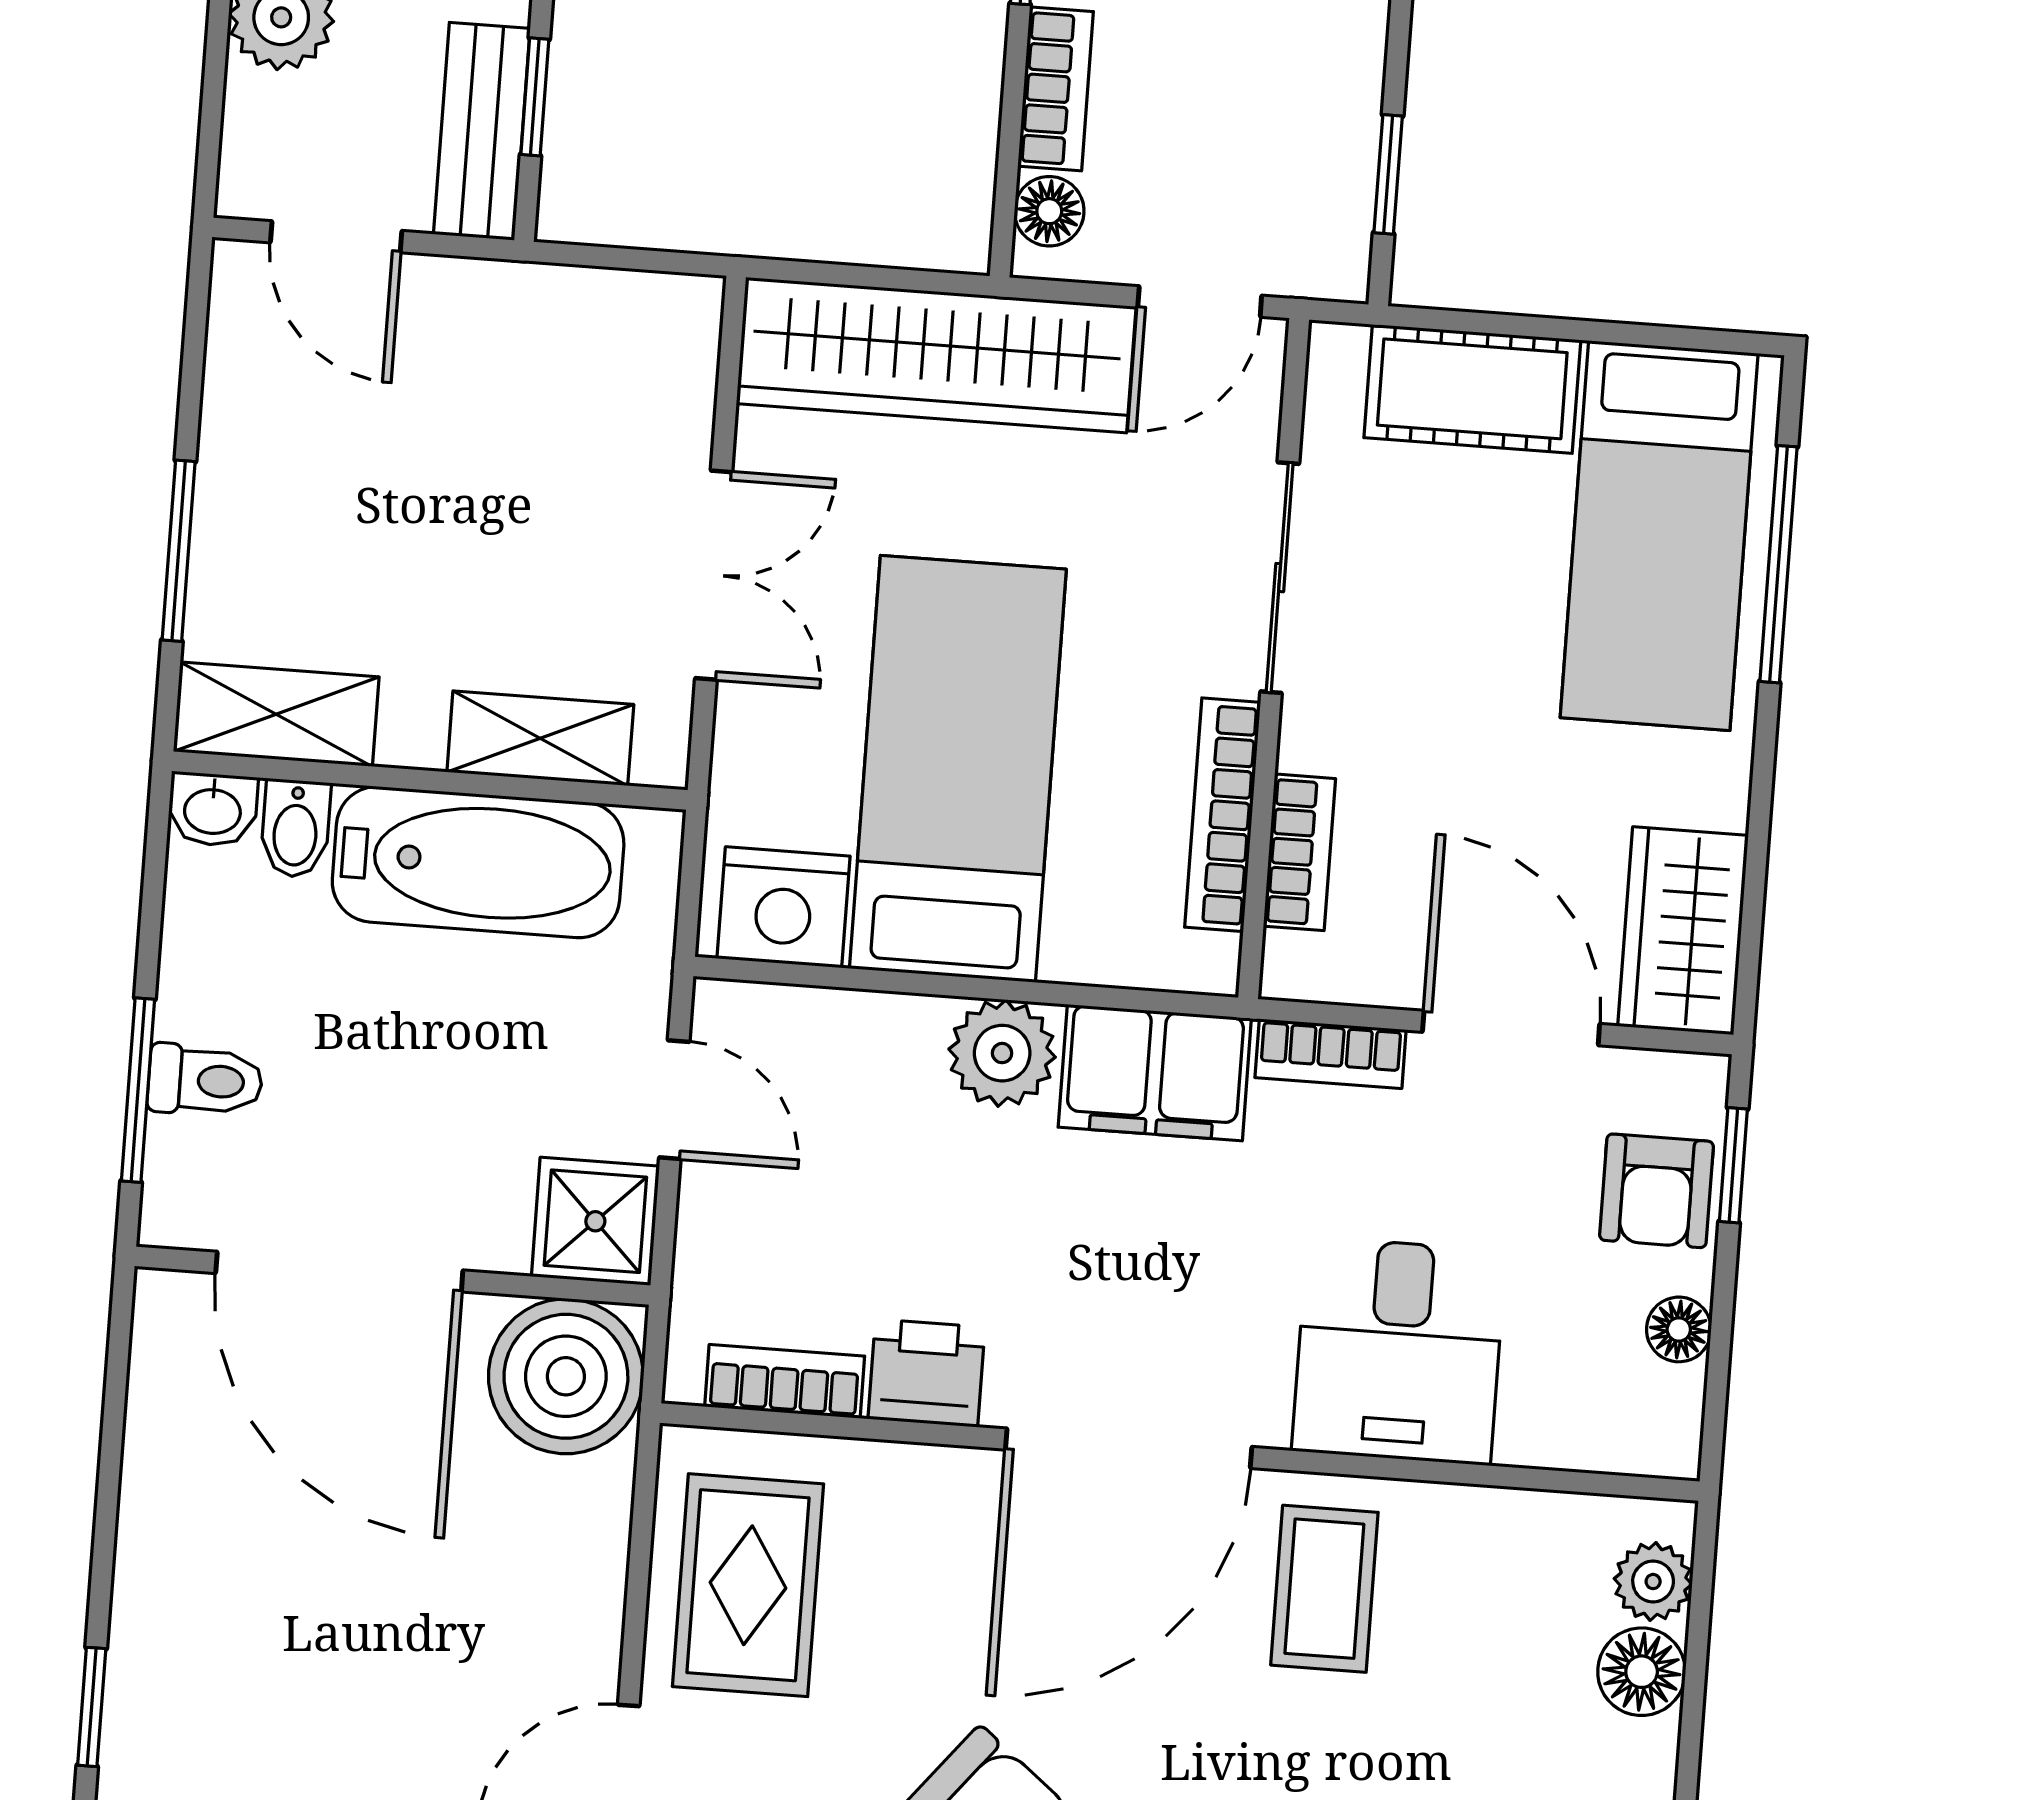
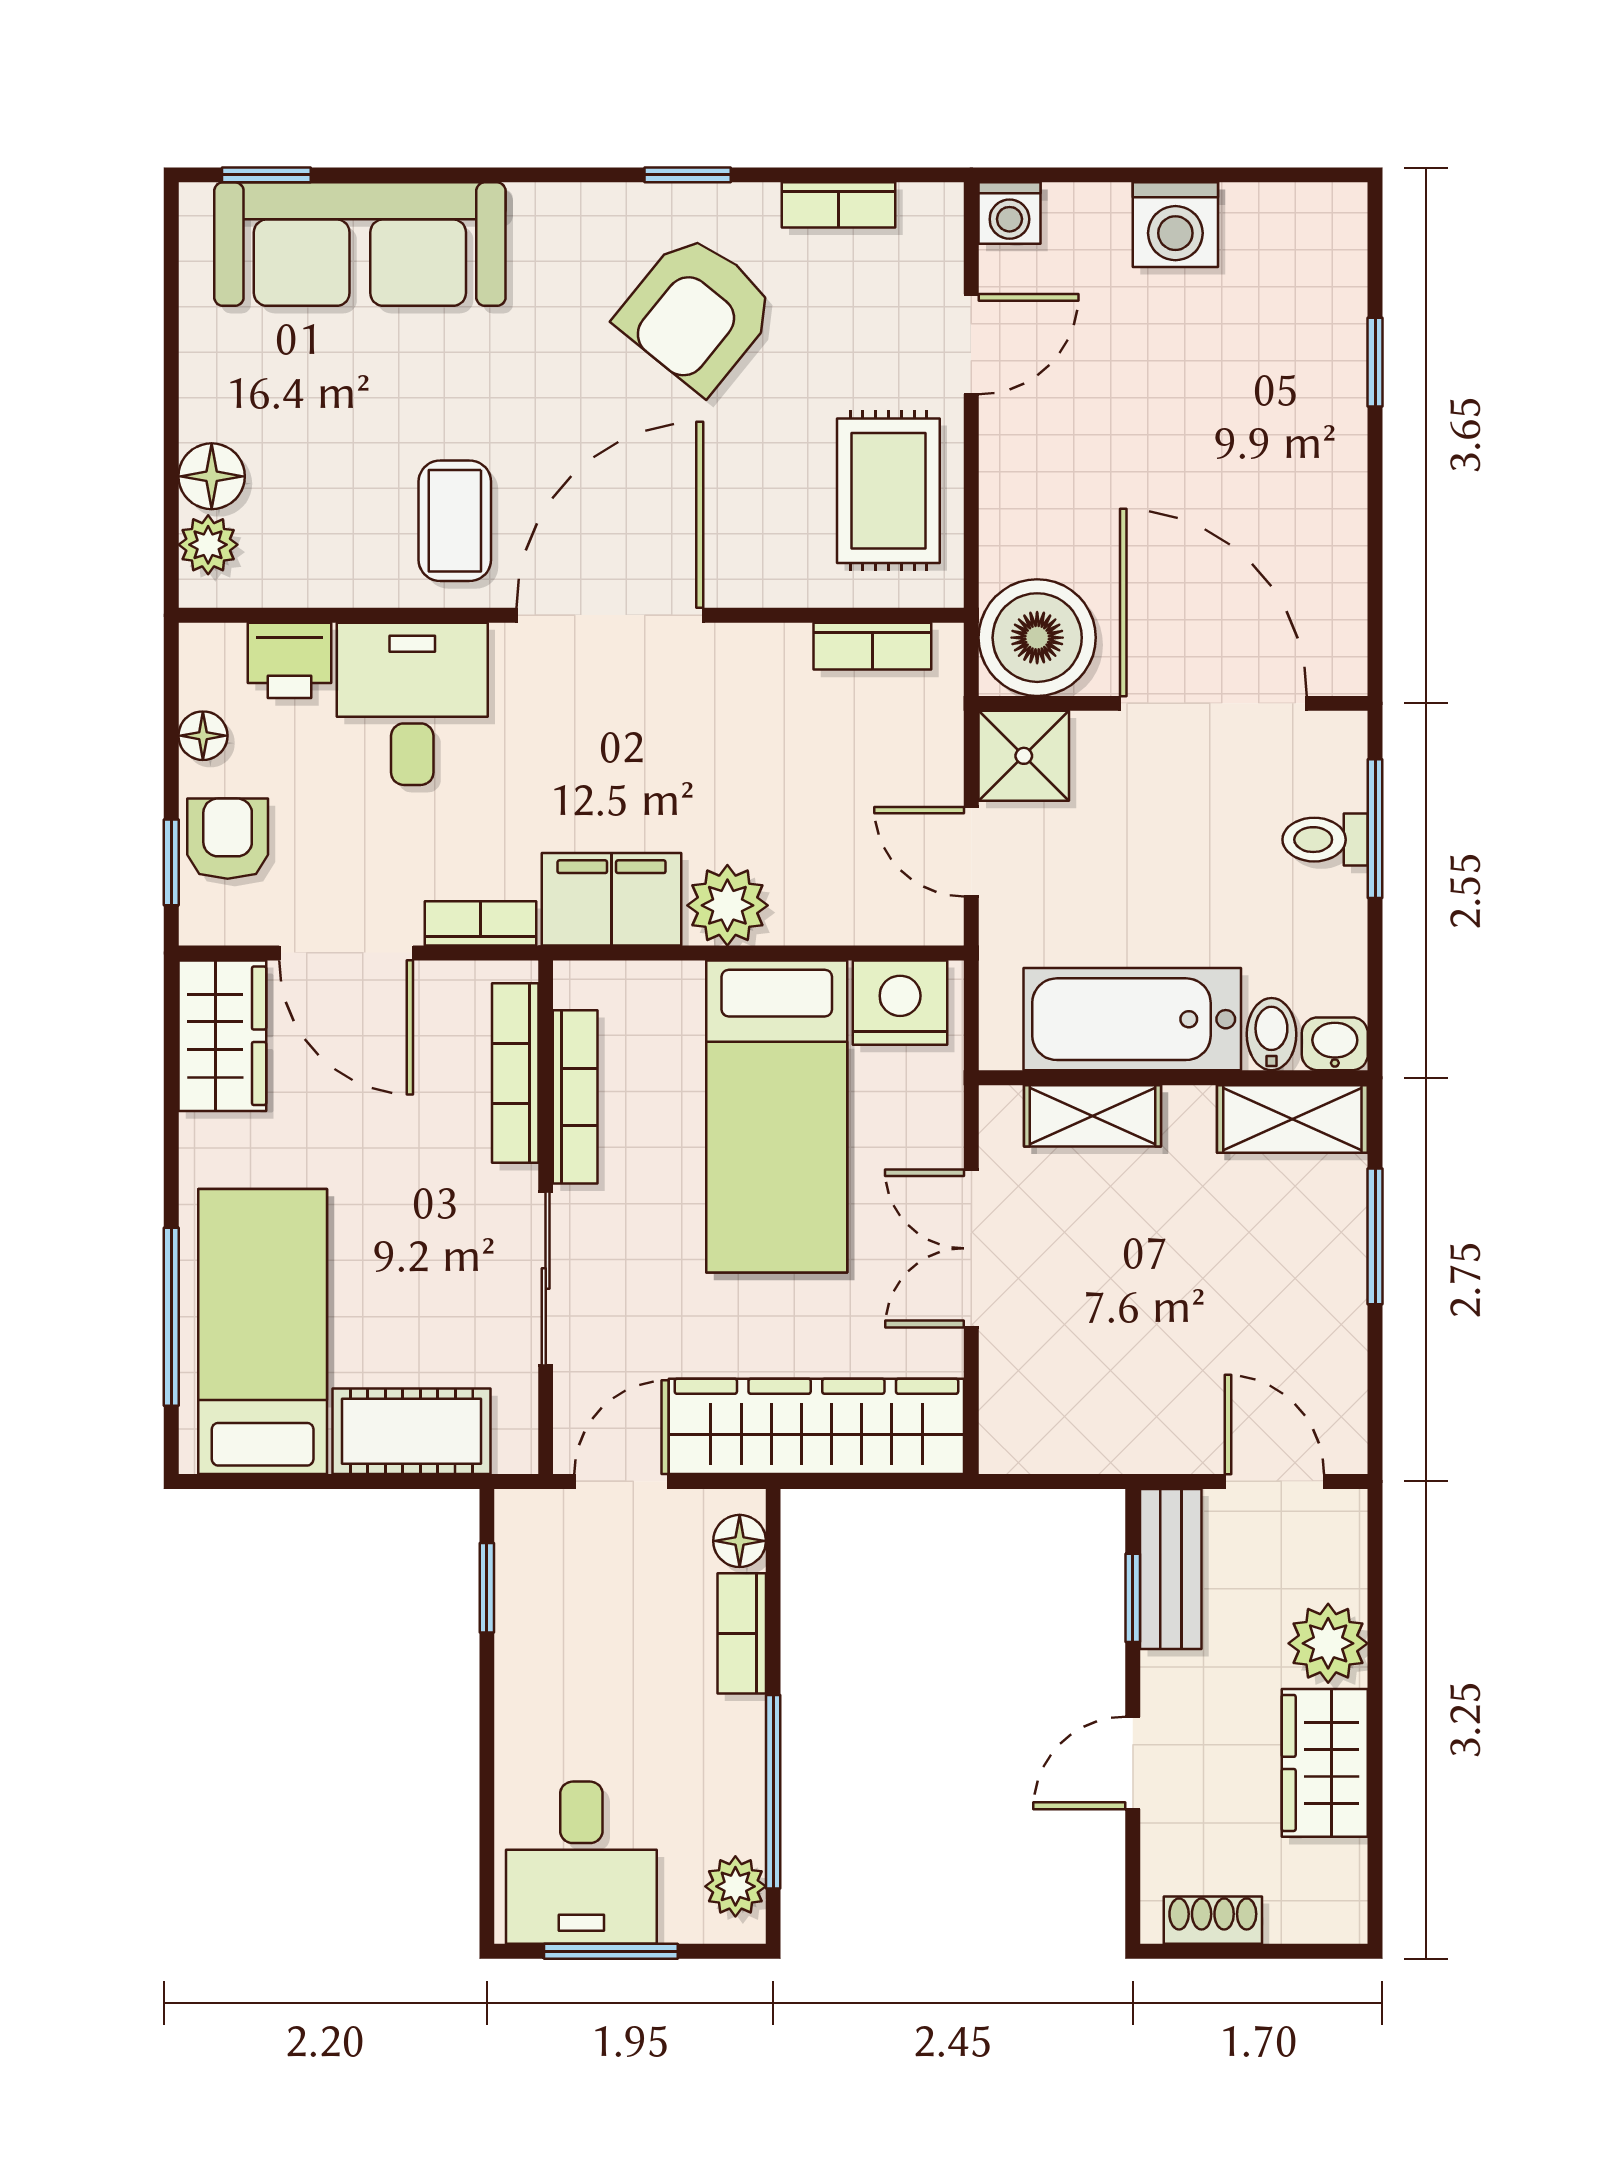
bookcase: (1299, 852) -> (515, 1073), width x1.56
printer: (926, 1373) -> (290, 660), moved

